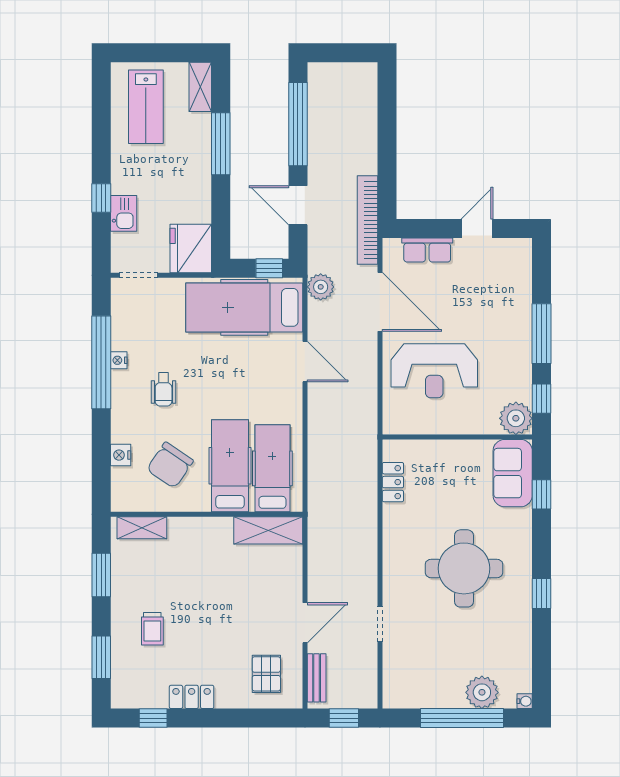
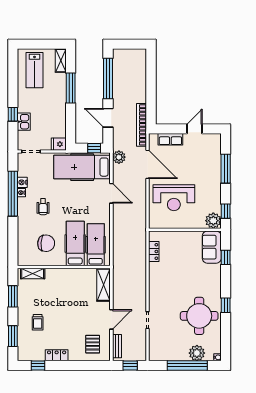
fridge: (191, 249) -> (59, 144), width x0.53, depth x0.75
window: (542, 334) -> (226, 169), moved
nightstand: (121, 455) -> (22, 182), moved
chair: (170, 465) -> (46, 243), turned -120
shelving: (268, 530) -> (104, 285), moved, turned 90
round table: (464, 568) -> (199, 316), moved

